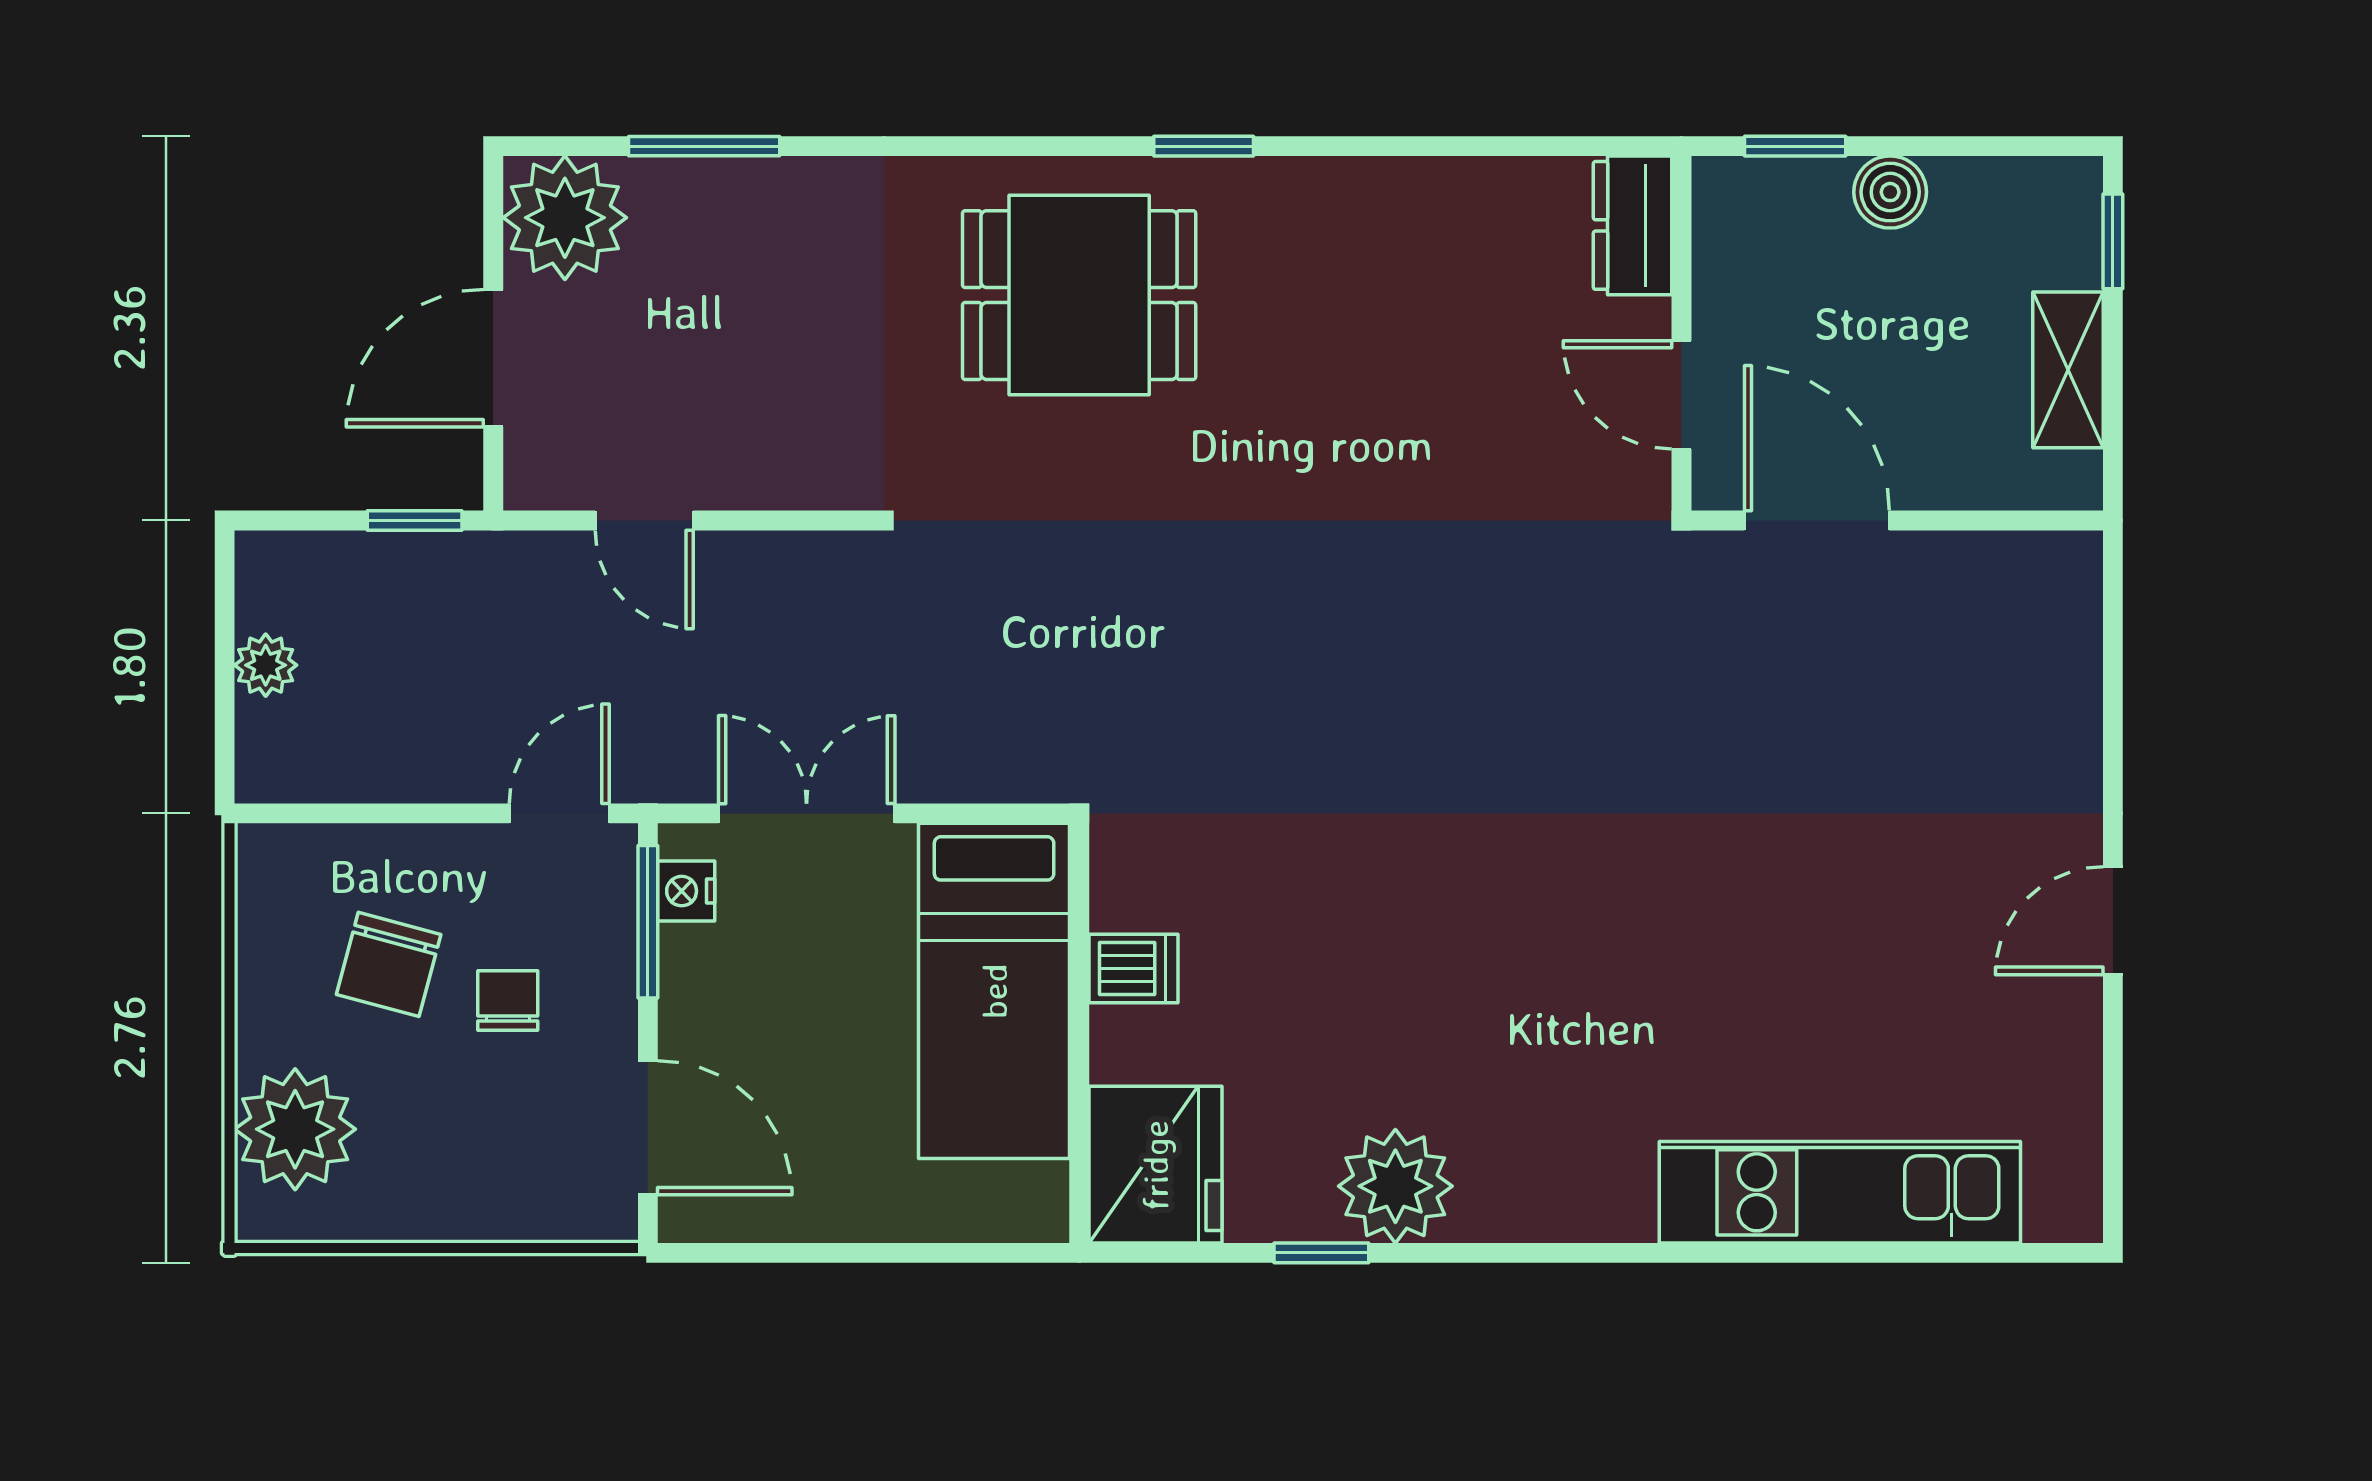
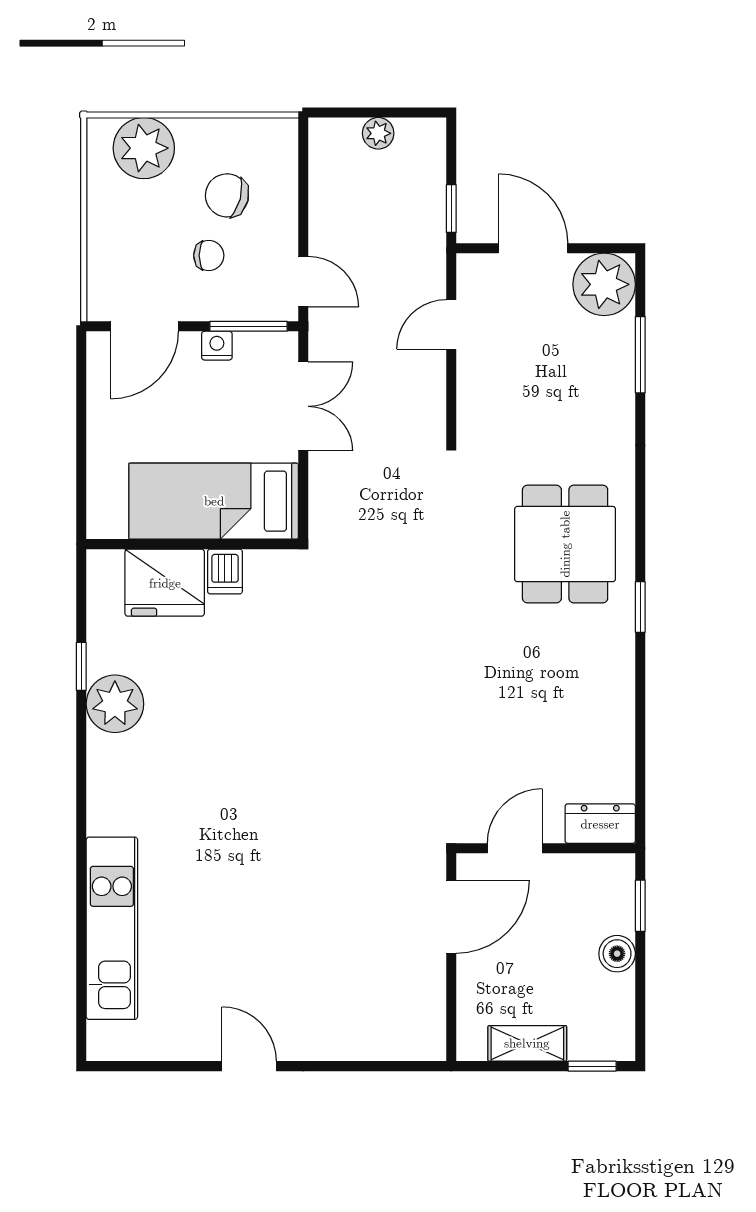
nightstand: (686, 891) -> (217, 346), moved
fridge: (1155, 1165) -> (165, 583), moved

